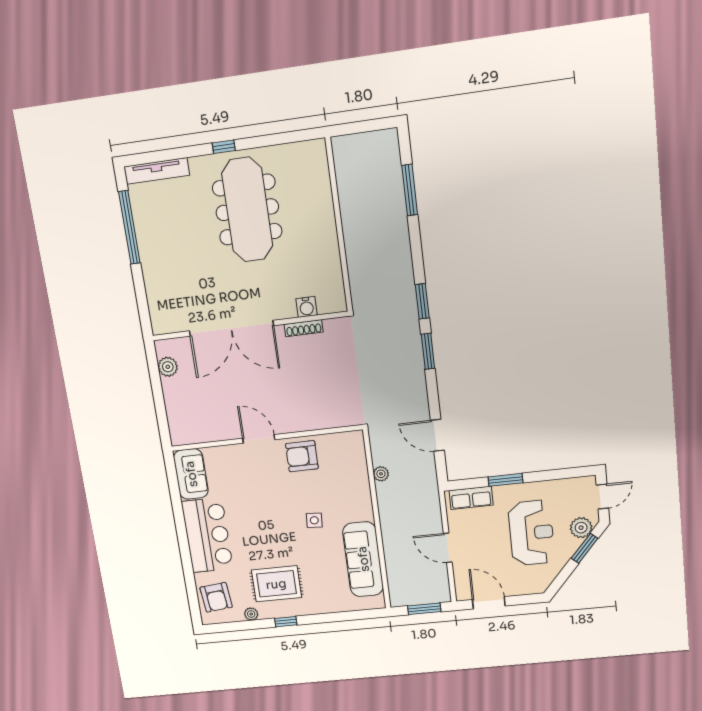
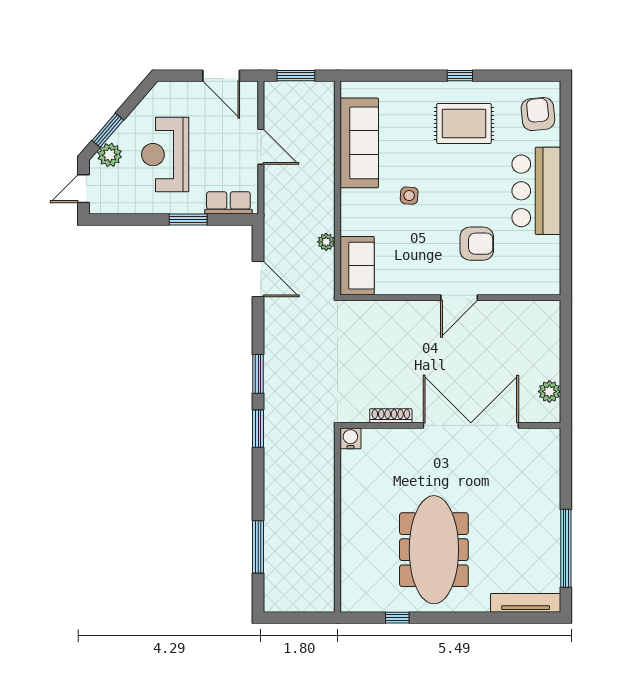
window: (224, 147) -> (397, 618), moved
water cooler: (306, 307) -> (350, 438), moved
door: (259, 439) -> (459, 298), hinge flipped
armchair: (302, 456) -> (477, 244), moved
sofa: (191, 474) -> (357, 266), moved, turned 180
plant: (251, 614) -> (499, 89), removed

